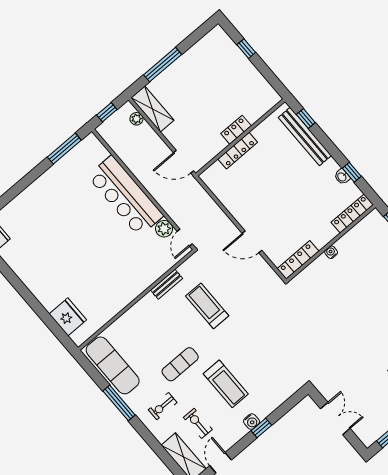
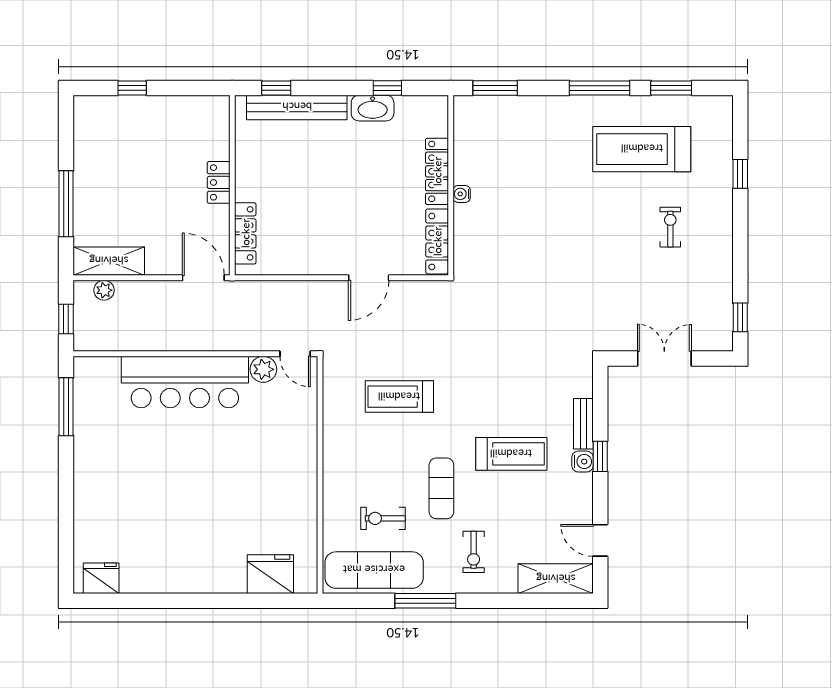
locker: (238, 151) -> (245, 233), moved
door: (184, 162) -> (203, 278), swing flipped
washbasin: (342, 177) -> (373, 108), width x1.91, depth x1.45
locker: (352, 213) -> (437, 171), moved
bench: (167, 284) -> (583, 424), moved
exercise bike: (198, 423) -> (383, 518), moved

